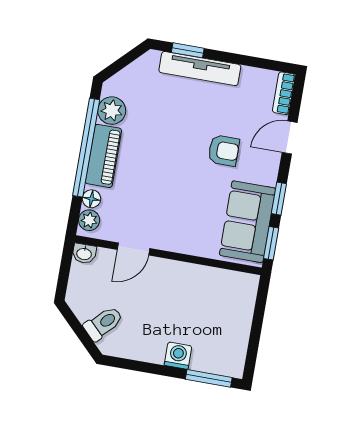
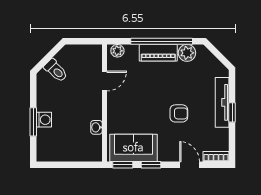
window: (188, 50) -> (232, 112), moved
armchair: (224, 151) -> (179, 113), moved, turned -90
floor lamp: (91, 199) -> (131, 50), removed
door: (133, 249) -> (105, 81), swing flipped
washbasin: (84, 254) -> (96, 127), moved
window: (209, 378) -> (33, 122), moved

